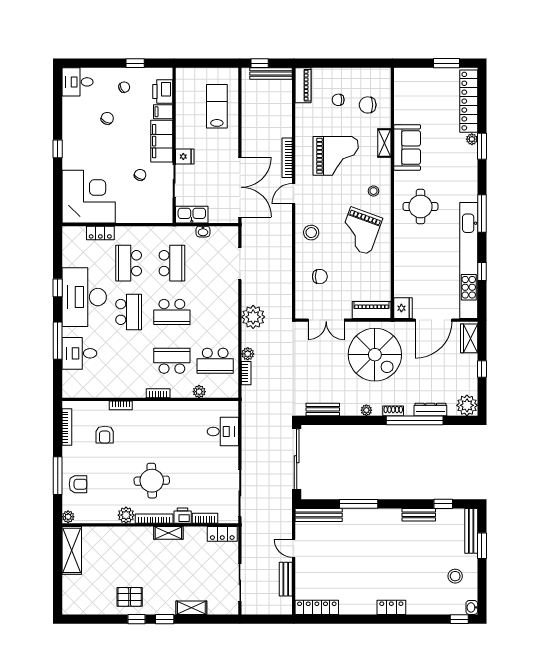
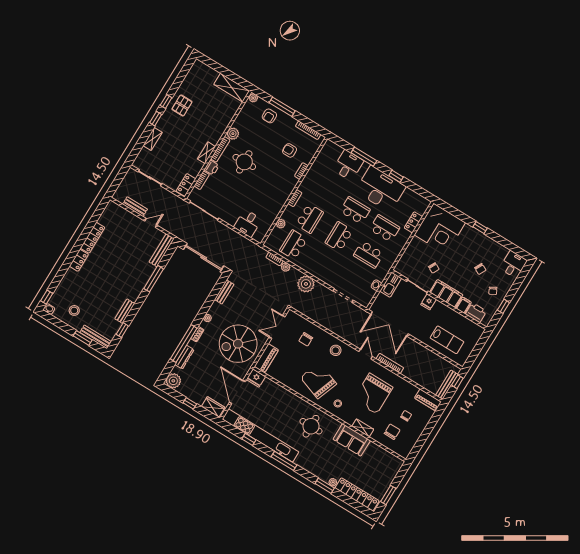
school desk: (129, 312) -> (355, 210), turned 180
locker: (317, 607) -> (93, 238), moved

